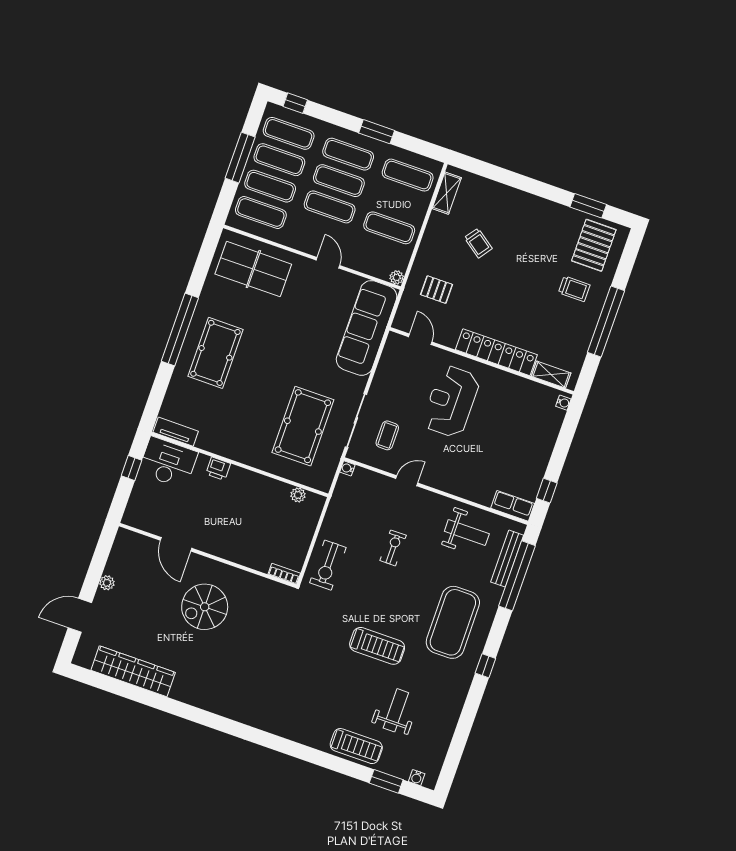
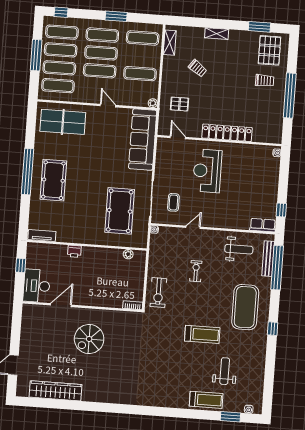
shelving: (551, 375) -> (217, 34), moved
desk: (168, 463) -> (37, 286), moved, turned -90
door: (176, 544) -> (61, 305), swing flipped
plant: (107, 583) -> (25, 340), removed

